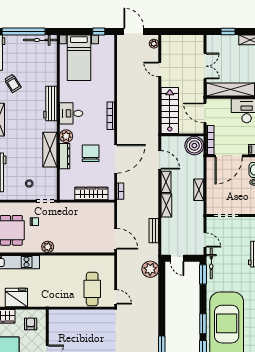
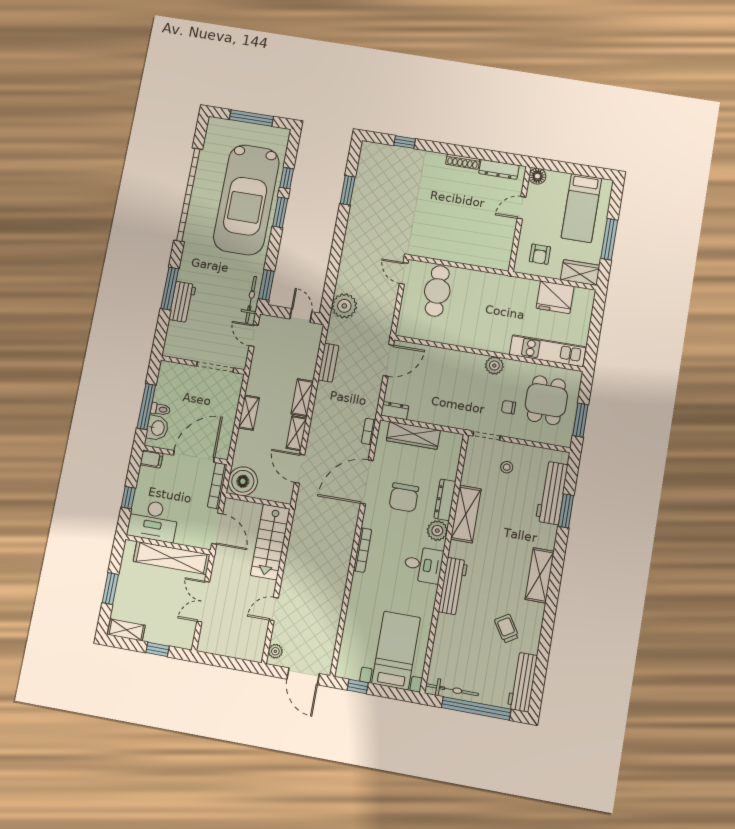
door: (160, 69) -> (274, 609), swing flipped
dresser: (106, 207) -> (395, 411), added
door: (116, 239) -> (388, 360), swing flipped

